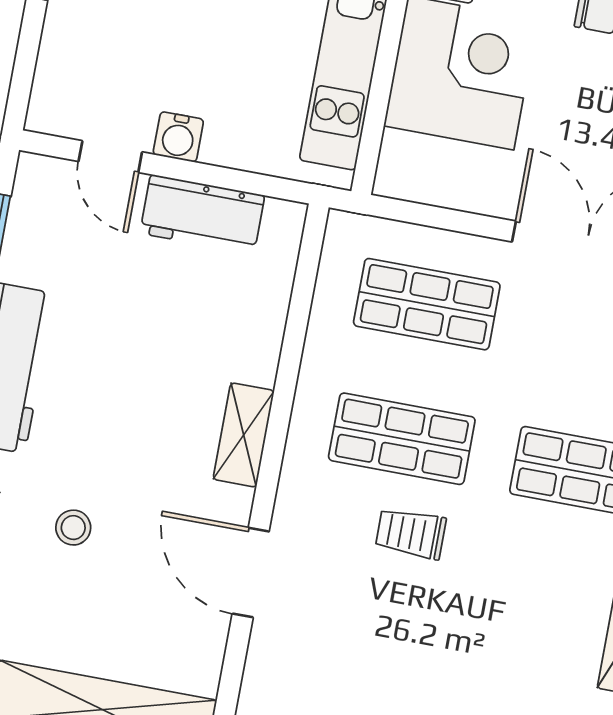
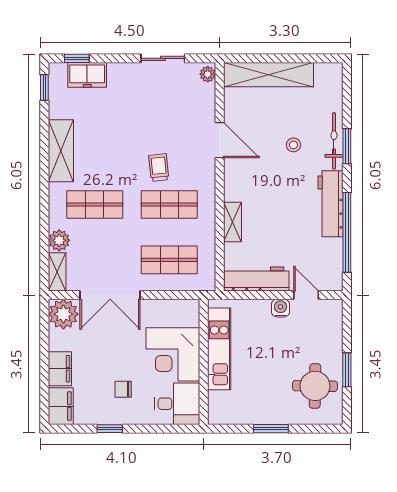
workbench: (202, 214) -> (256, 279), width x1.38
shelving: (244, 435) -> (233, 222), moved
trolley: (411, 533) -> (159, 167), turned -96

